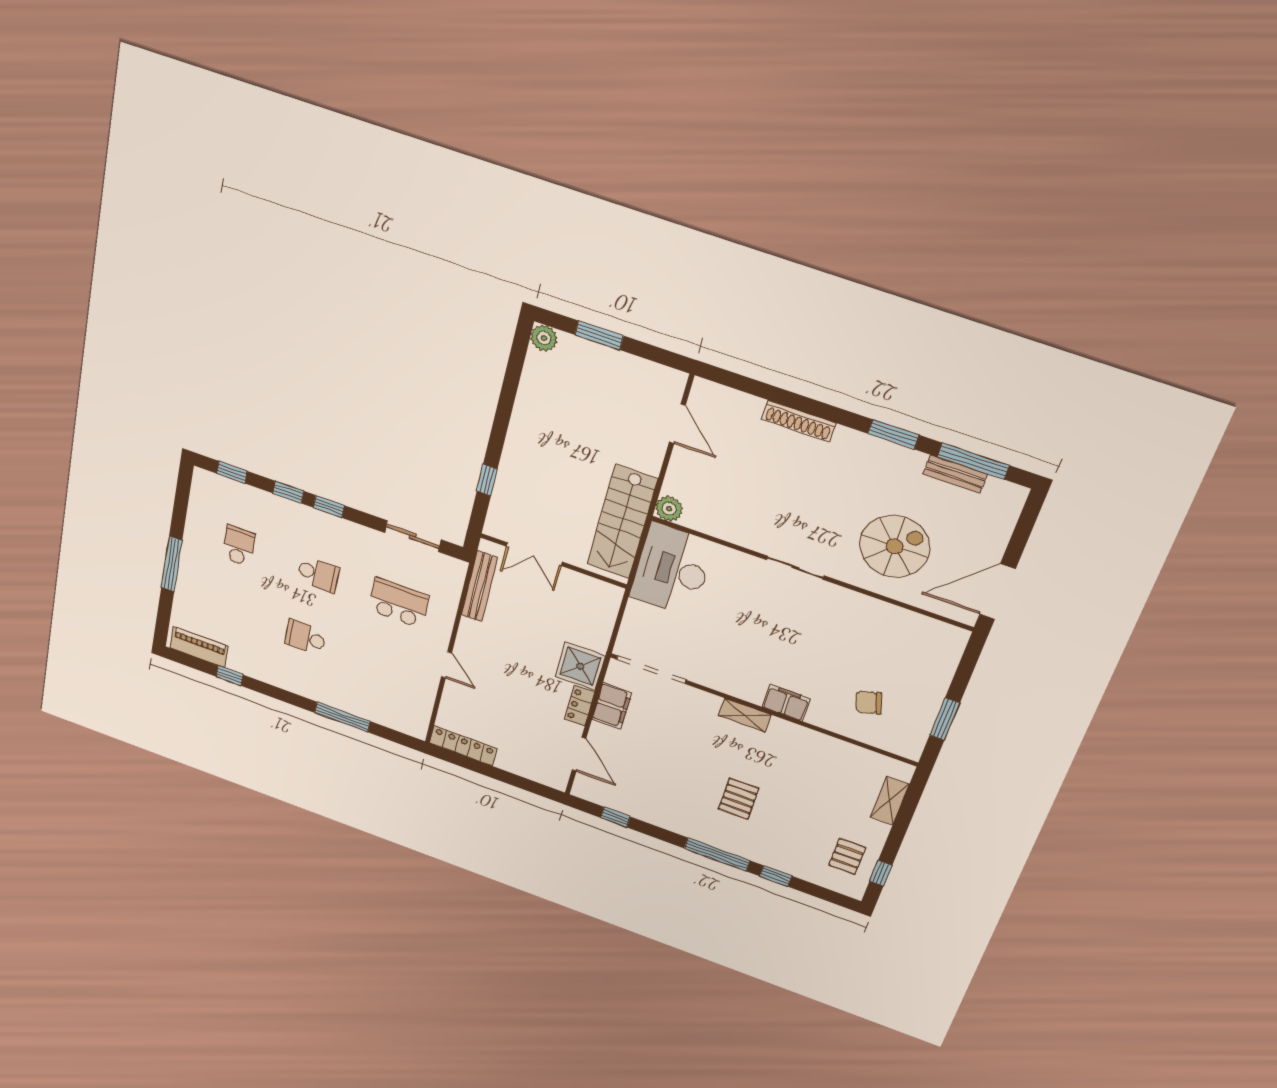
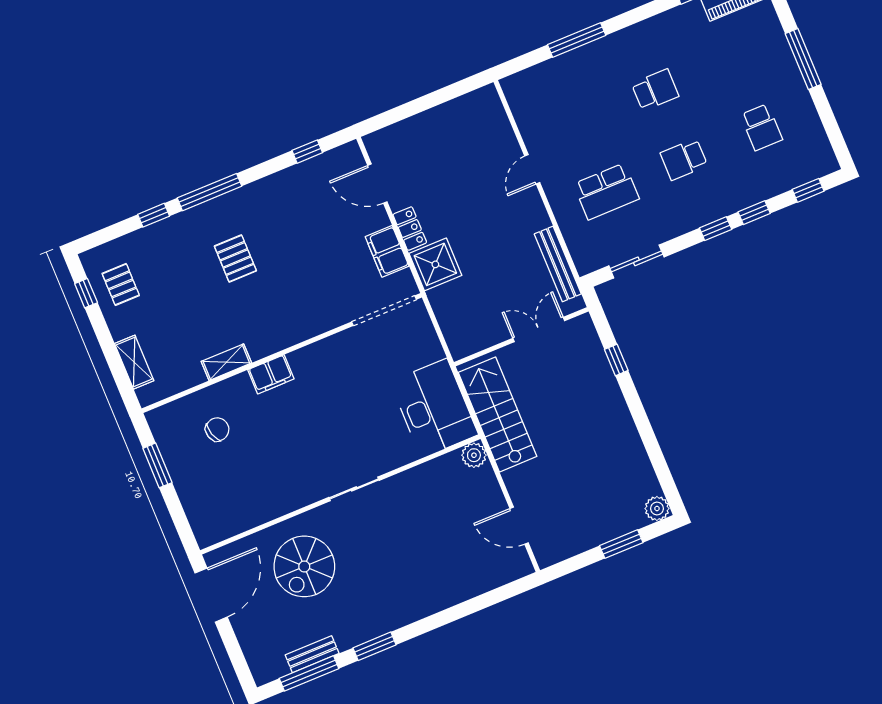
shoe rack: (799, 421) -> (442, 600), removed
door: (447, 665) -> (532, 169), hinge flipped
shelving: (745, 715) -> (226, 362), moved
locker: (463, 746) -> (467, 105), removed

